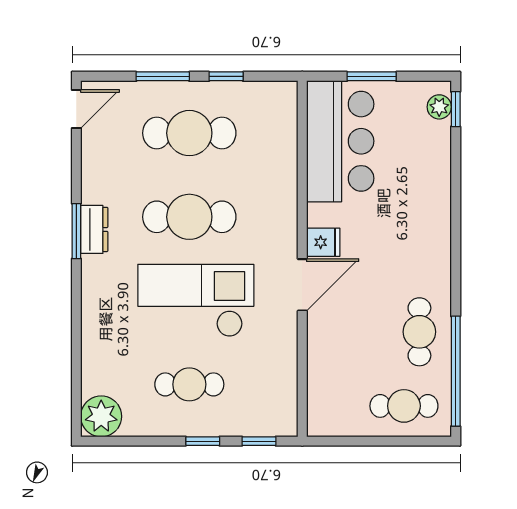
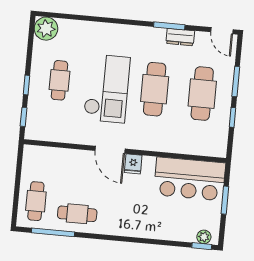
dresser: (94, 229) -> (180, 37), moved
window: (76, 231) -> (169, 26), moved
window: (456, 371) -> (53, 232), width x0.68

